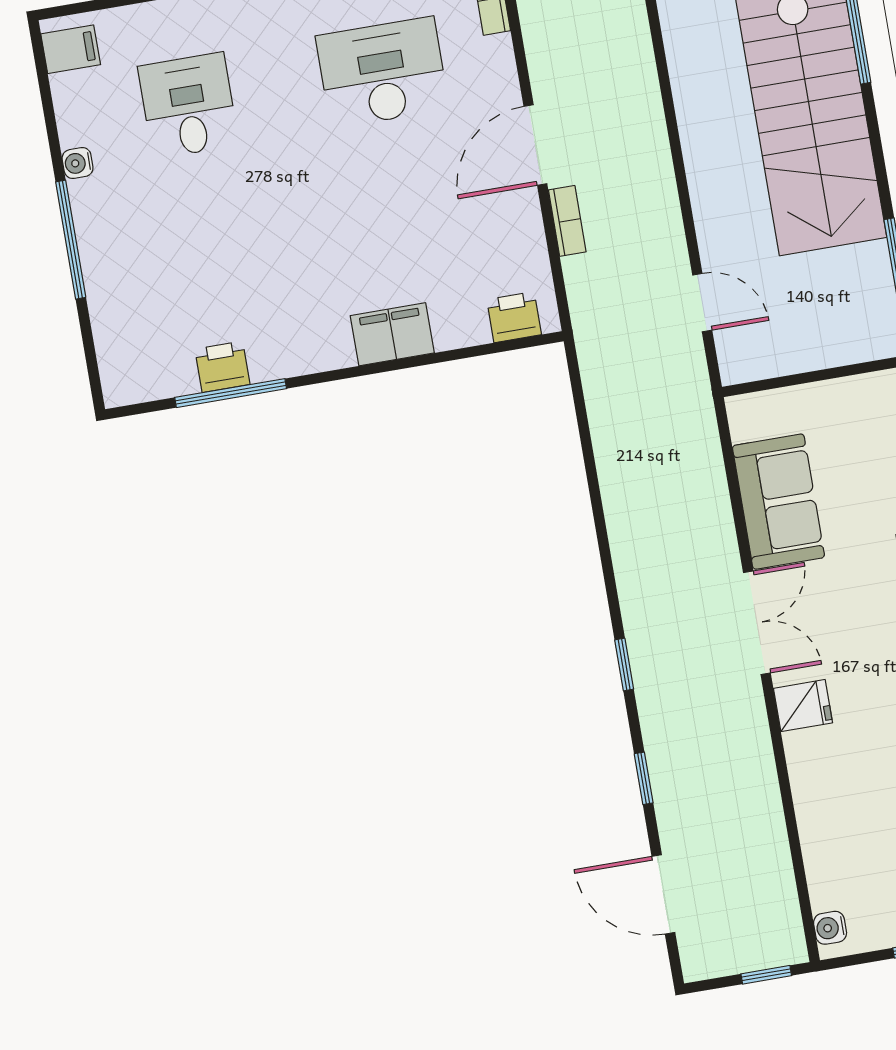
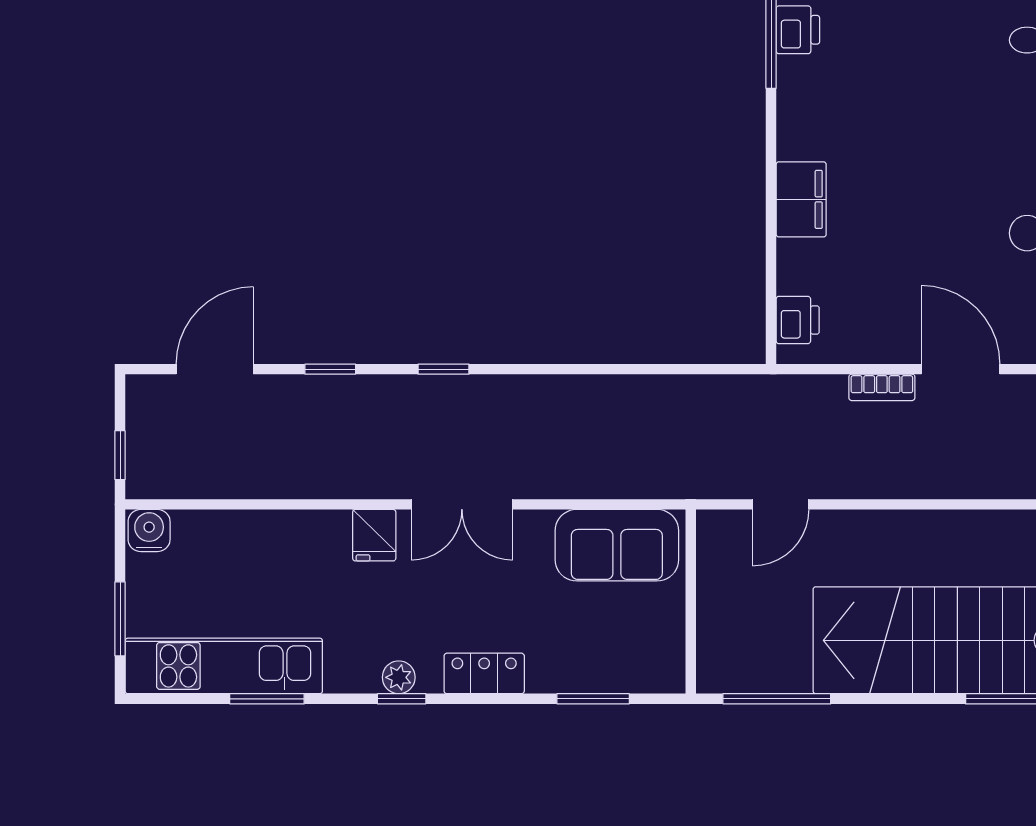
sofa: (778, 502) -> (617, 545), moved
water cooler: (830, 928) -> (149, 530), width x1.38, depth x1.38

